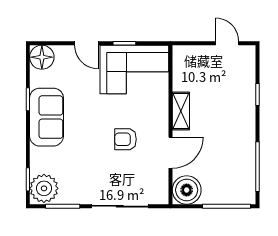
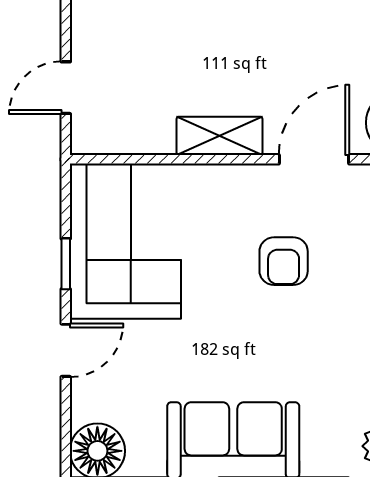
door: (227, 43) -> (66, 88), moved
door: (170, 153) -> (314, 159), hinge flipped

